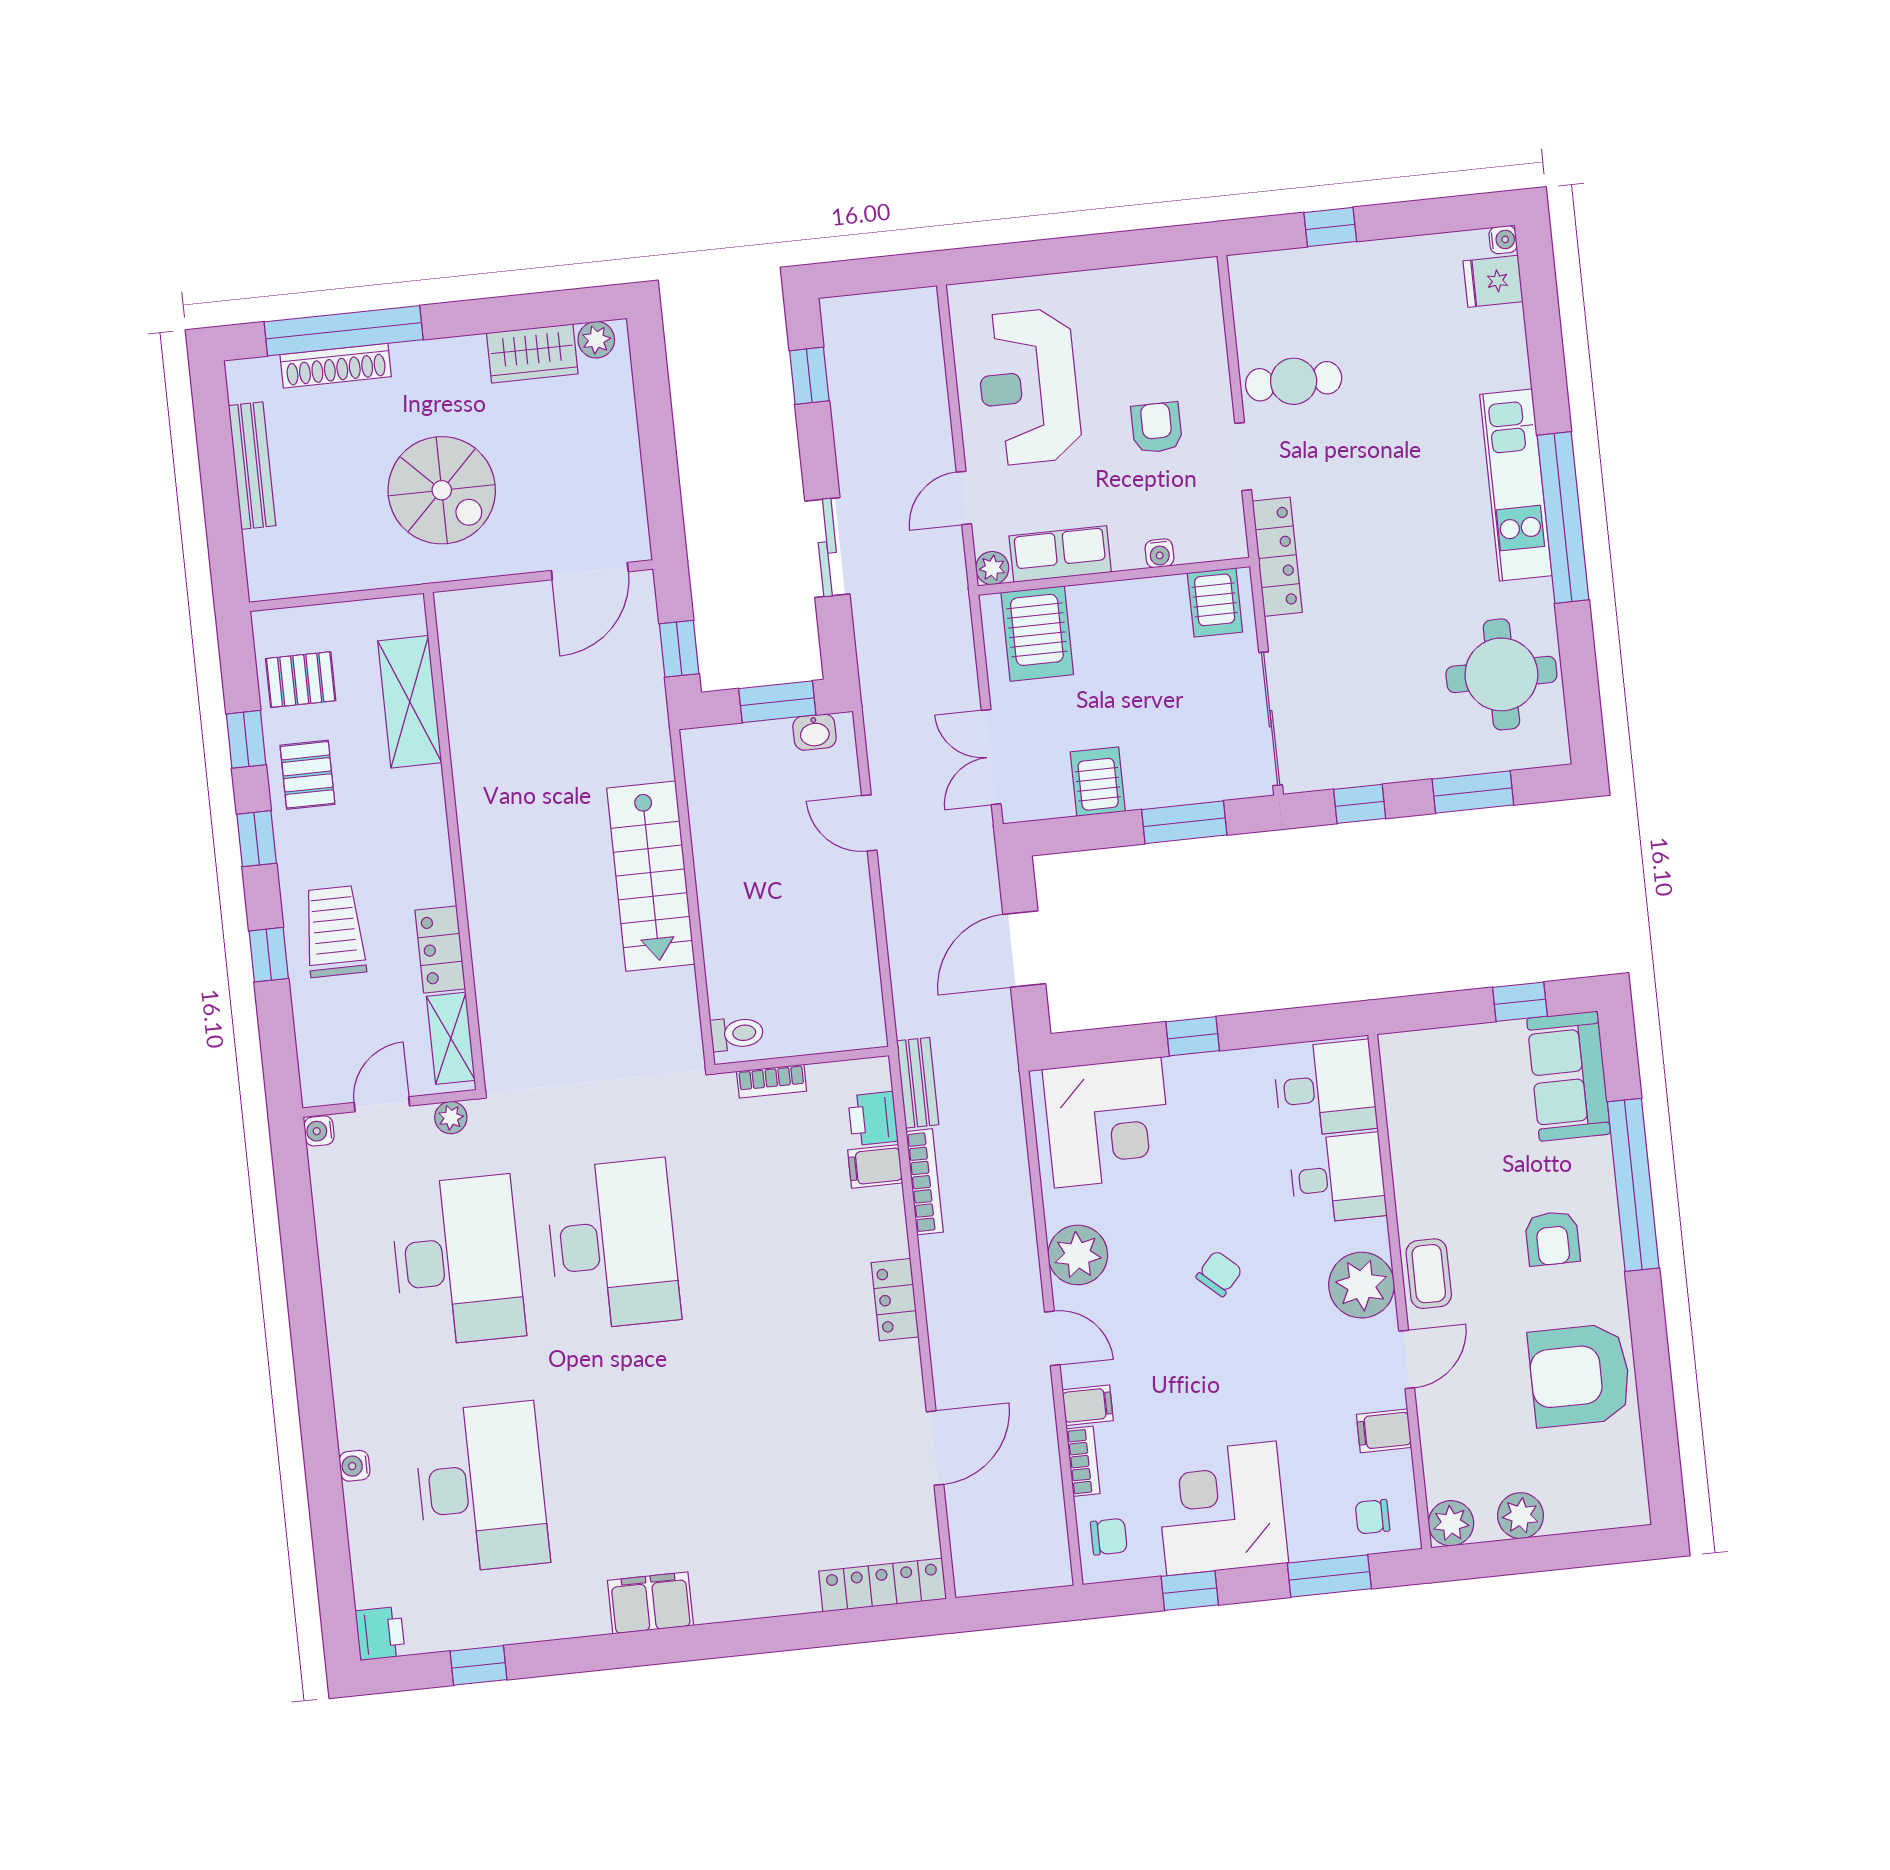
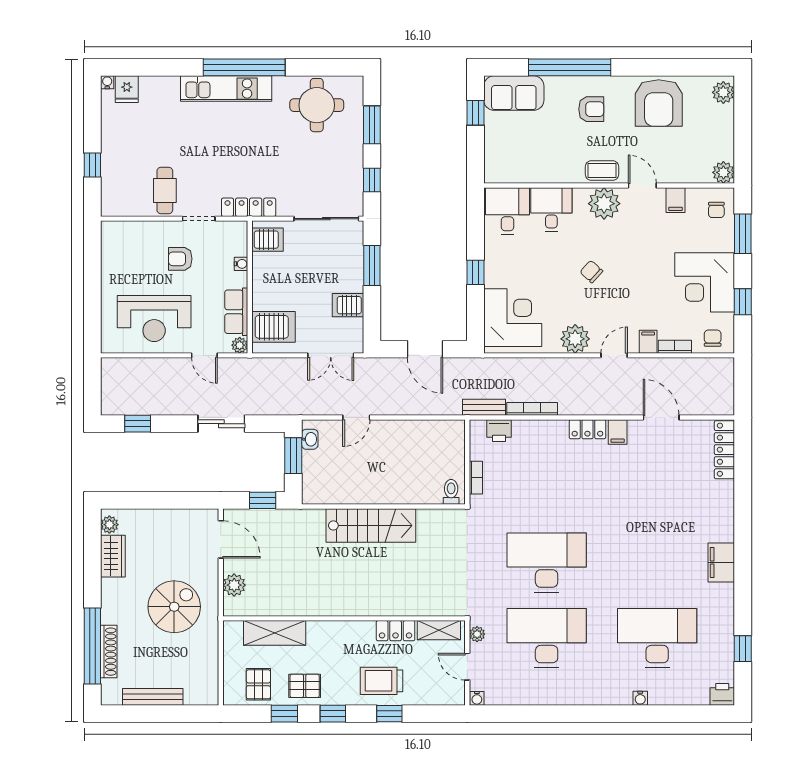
plant: (499, 609) -> (234, 585), added
filing cabinet: (875, 1166) -> (618, 432), moved
plant: (1521, 1516) -> (723, 92), moved

